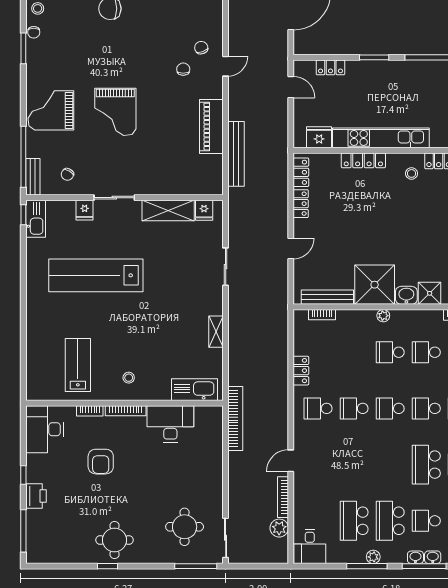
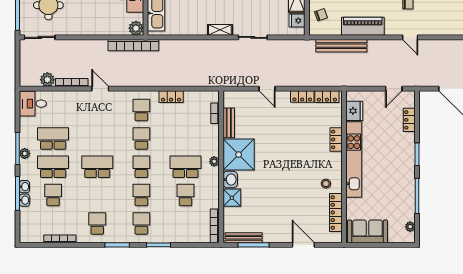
chair: (201, 48) -> (321, 15), moved
locker: (363, 160) -> (336, 139), width x0.66
bench: (327, 297) -> (229, 123), width x0.73
shelving: (216, 332) -> (220, 30), moved
school desk: (390, 352) -> (185, 167), width x1.85
plant: (214, 415) -> (136, 28), added
school desk: (426, 465) -> (97, 167), moved

